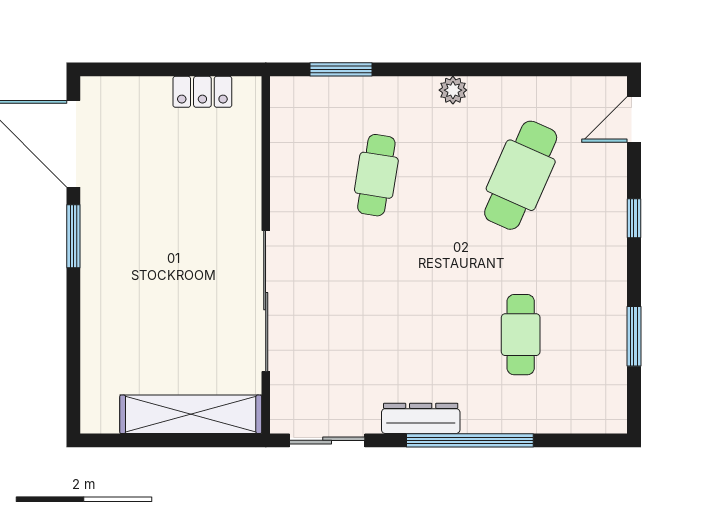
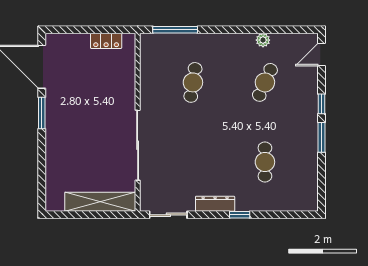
window: (341, 69) -> (175, 30), width x1.44
plant: (453, 90) -> (263, 40), moved
cafe table: (521, 175) -> (265, 82), width x0.73, depth x0.74
window: (634, 336) -> (321, 137), moved
window: (470, 440) -> (240, 215), width x0.32

